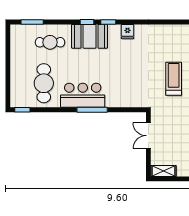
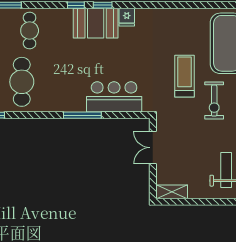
booth: (89, 36) -> (96, 23), moved
cafe table: (50, 42) -> (30, 31), turned 90
bar counter: (83, 95) -> (114, 97), moved

